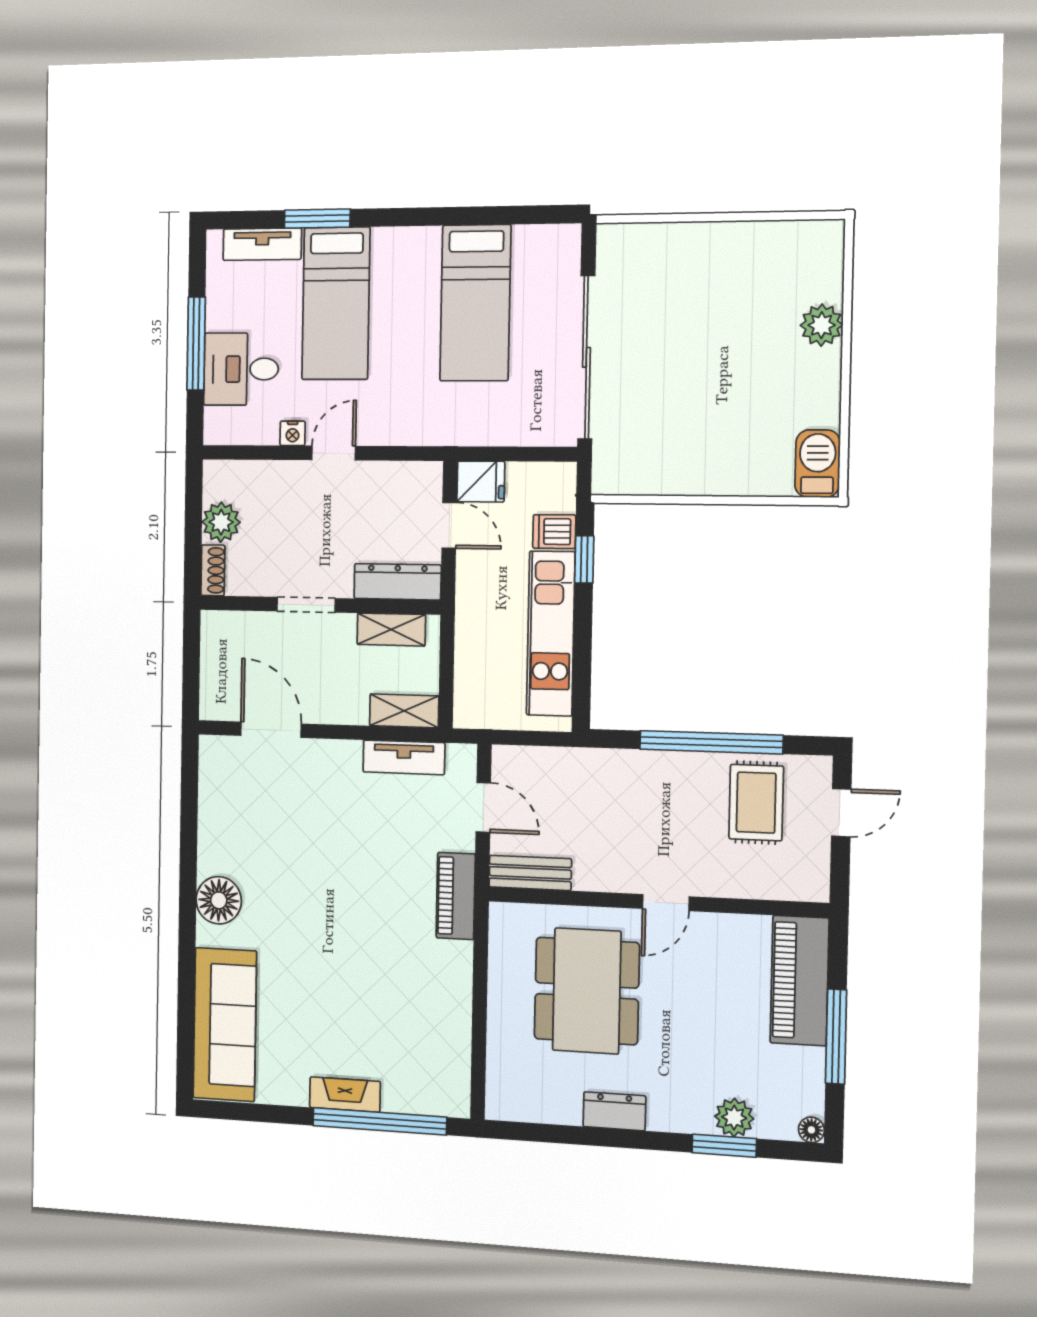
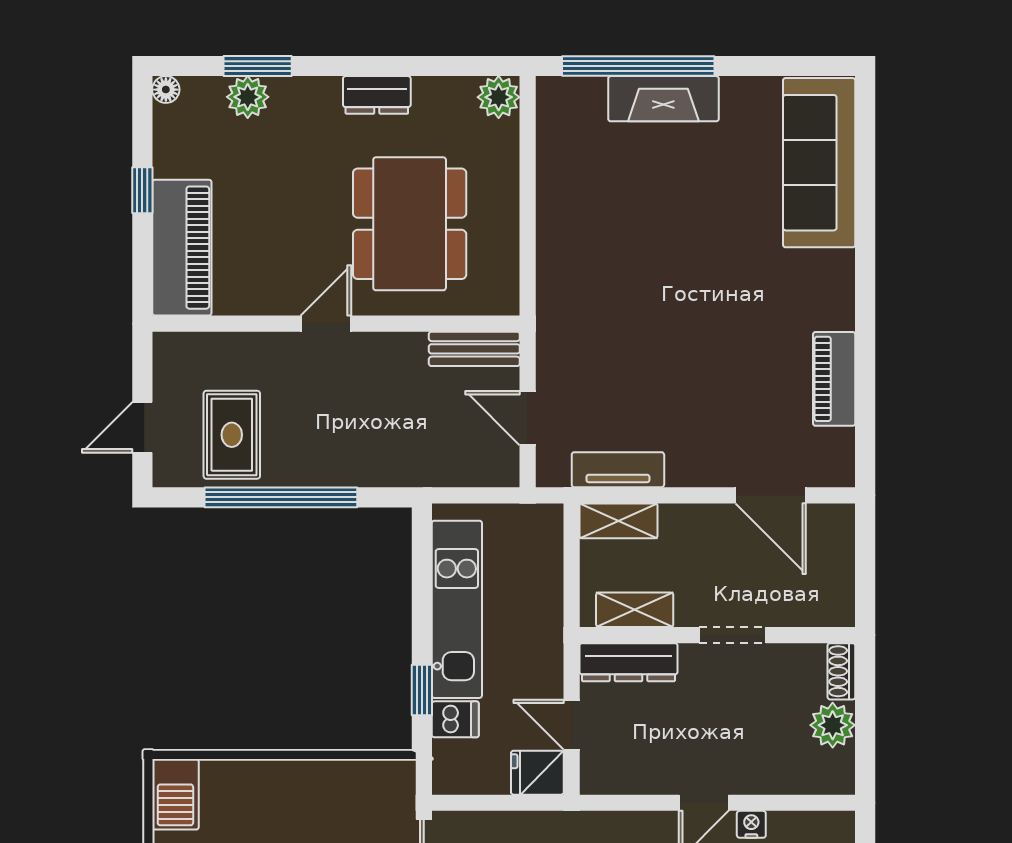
piano: (456, 896) -> (834, 379), moved, turned 180
floor lamp: (219, 900) -> (829, 302), removed
window: (836, 1037) -> (142, 190), width x0.46
fireplace: (345, 1094) -> (663, 99), width x1.37, depth x1.32
plant: (504, 1102) -> (499, 97), added

